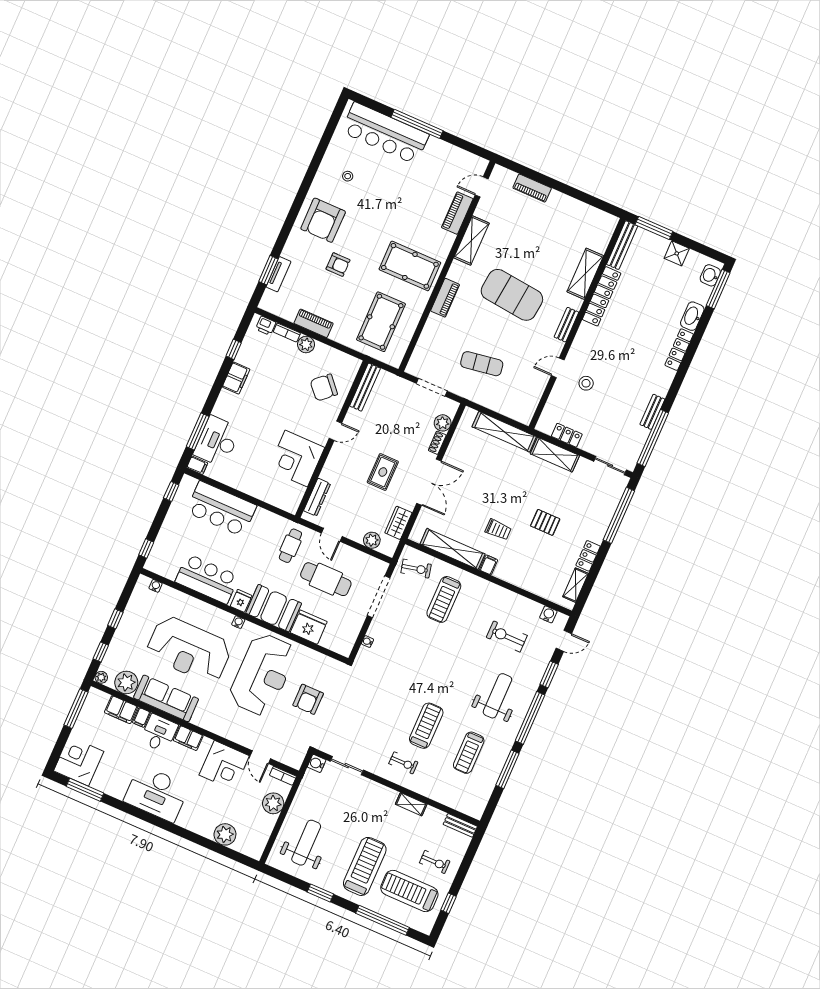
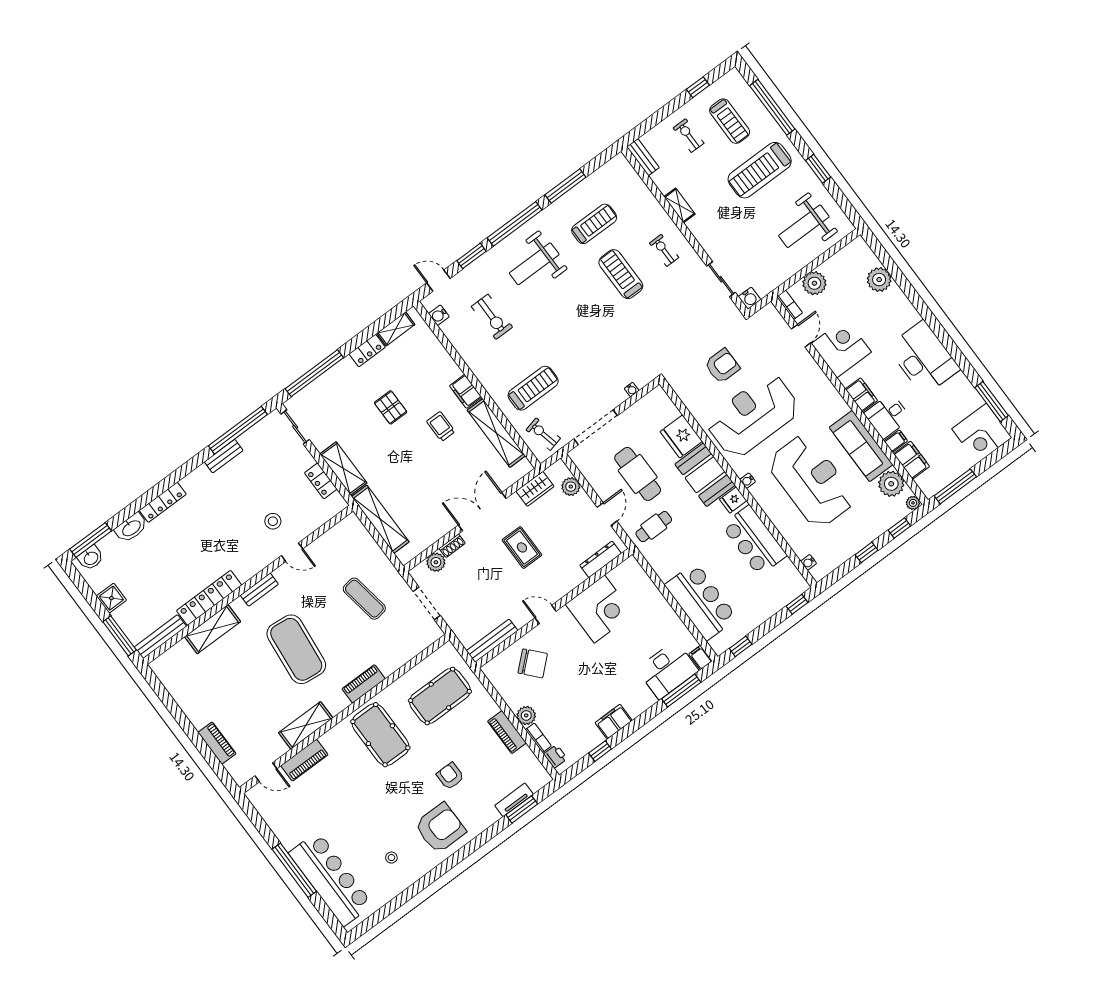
rug: (383, 472) -> (522, 547), turned 90
filing cabinet: (489, 565) -> (466, 391), width x2.00
treadmill: (426, 726) -> (621, 274), turned 90
treadmill: (409, 891) -> (730, 121), width x0.73, depth x0.73

